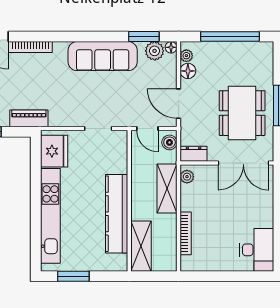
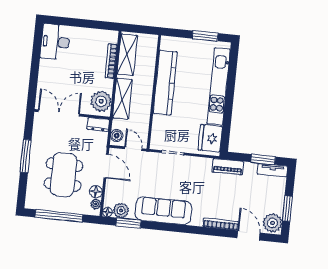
dining table: (242, 113) -> (64, 175), moved
plant: (187, 177) -> (101, 101), width x1.88, depth x1.88
shelving: (141, 246) -> (127, 55), moved

